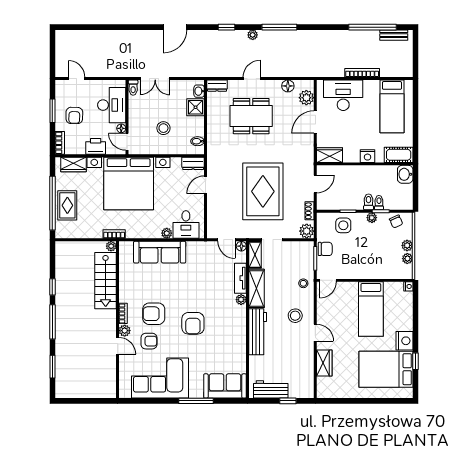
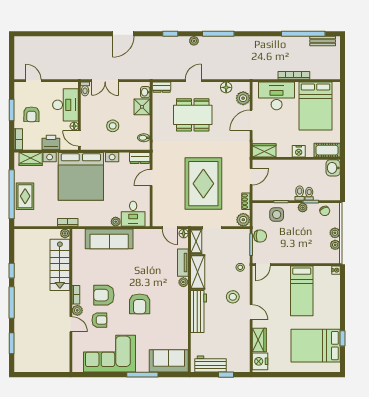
bed: (392, 106) -> (316, 106), width x1.50
nightstand: (405, 341) -> (260, 361), moved, turned 180

